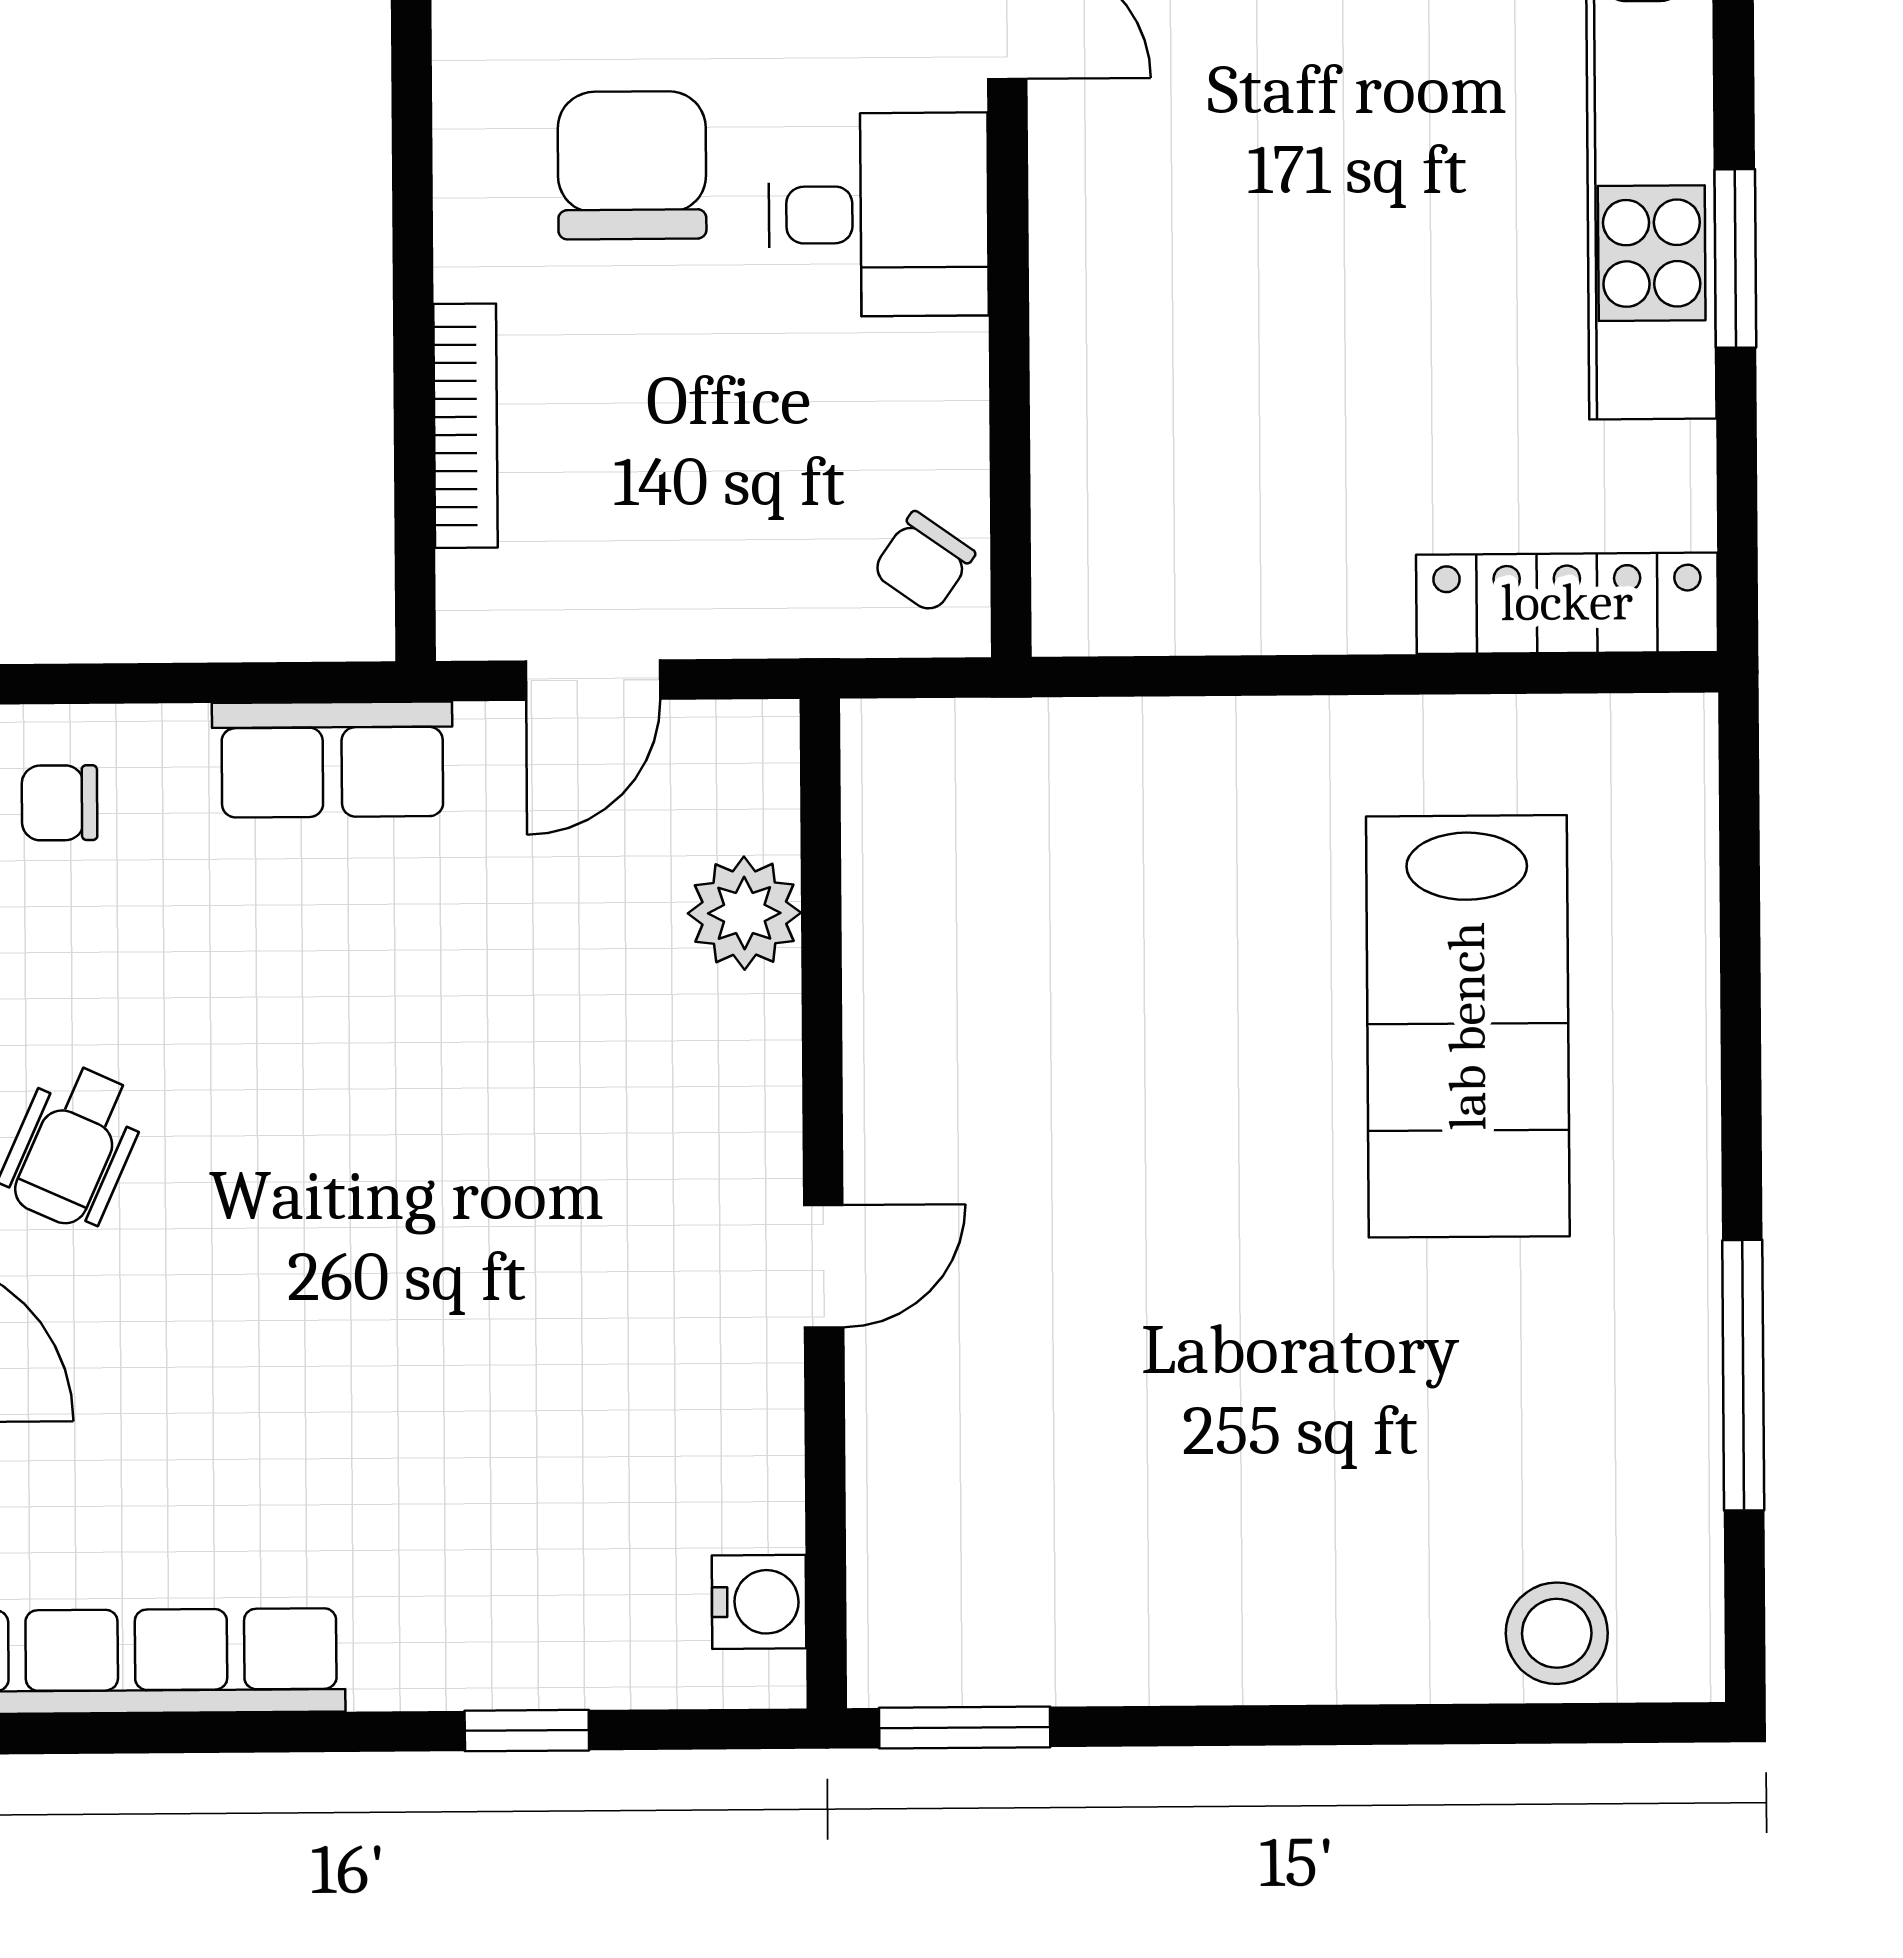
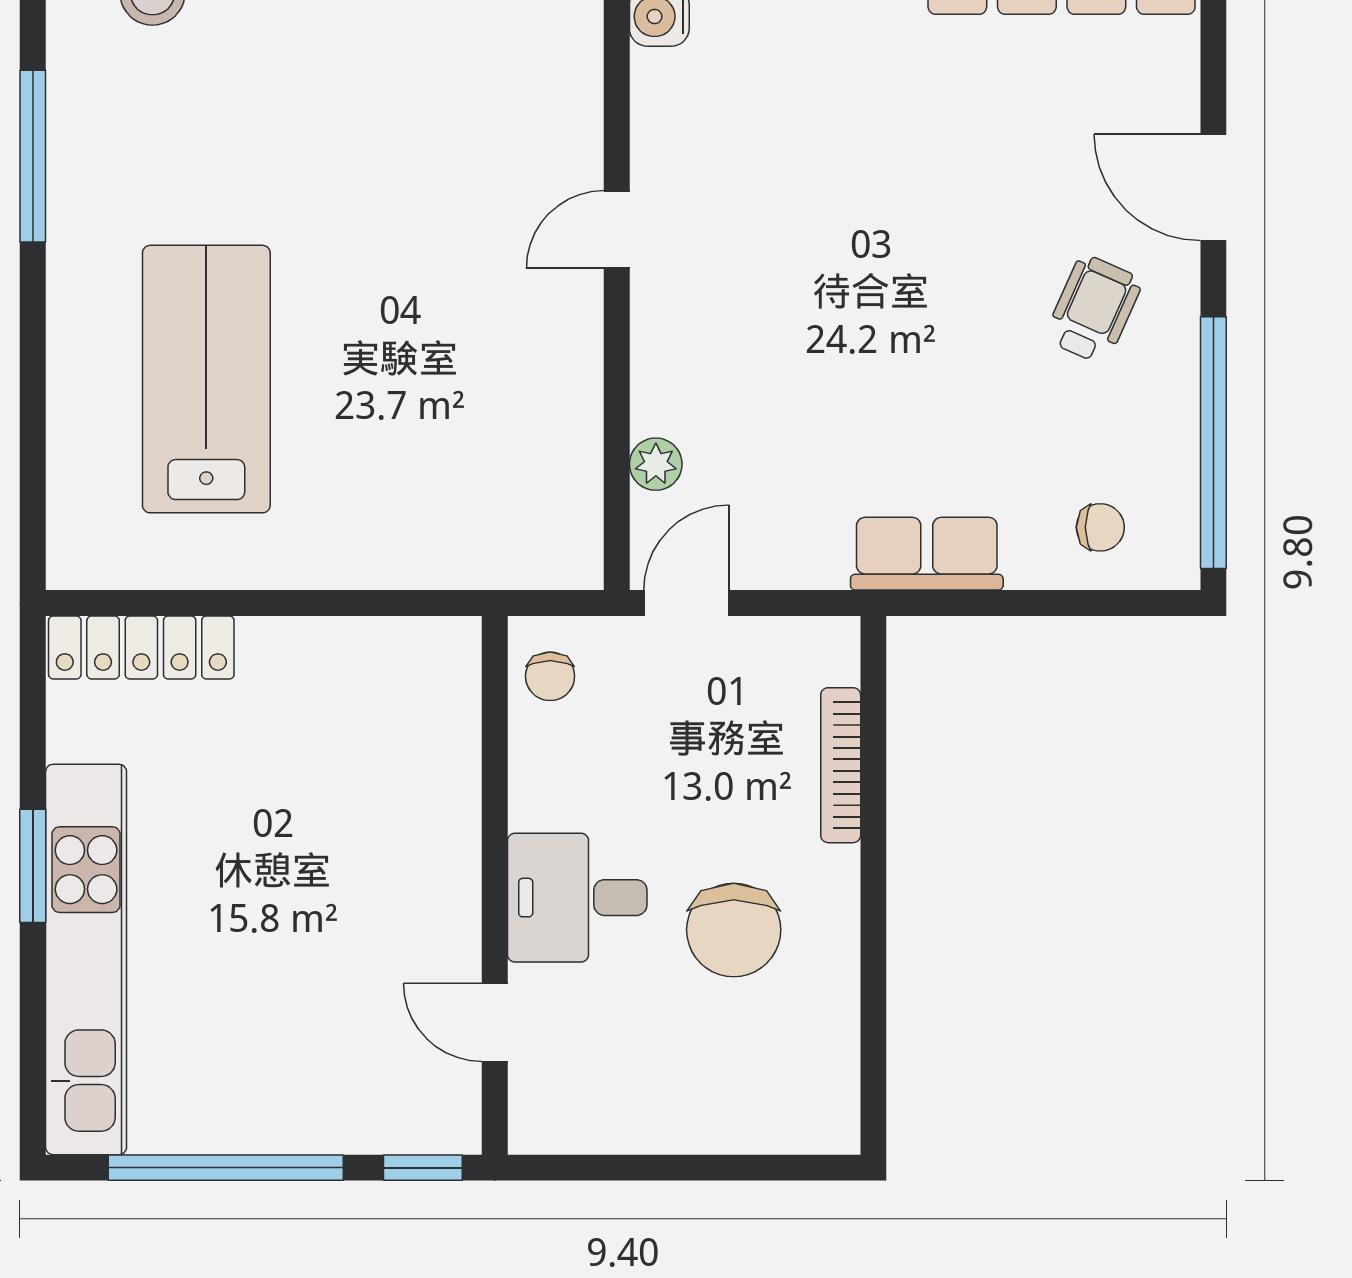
chair: (924, 562) -> (550, 676), turned 145
door: (593, 680) -> (686, 603), moved
plant: (744, 913) -> (656, 464), width x0.73, depth x0.73

